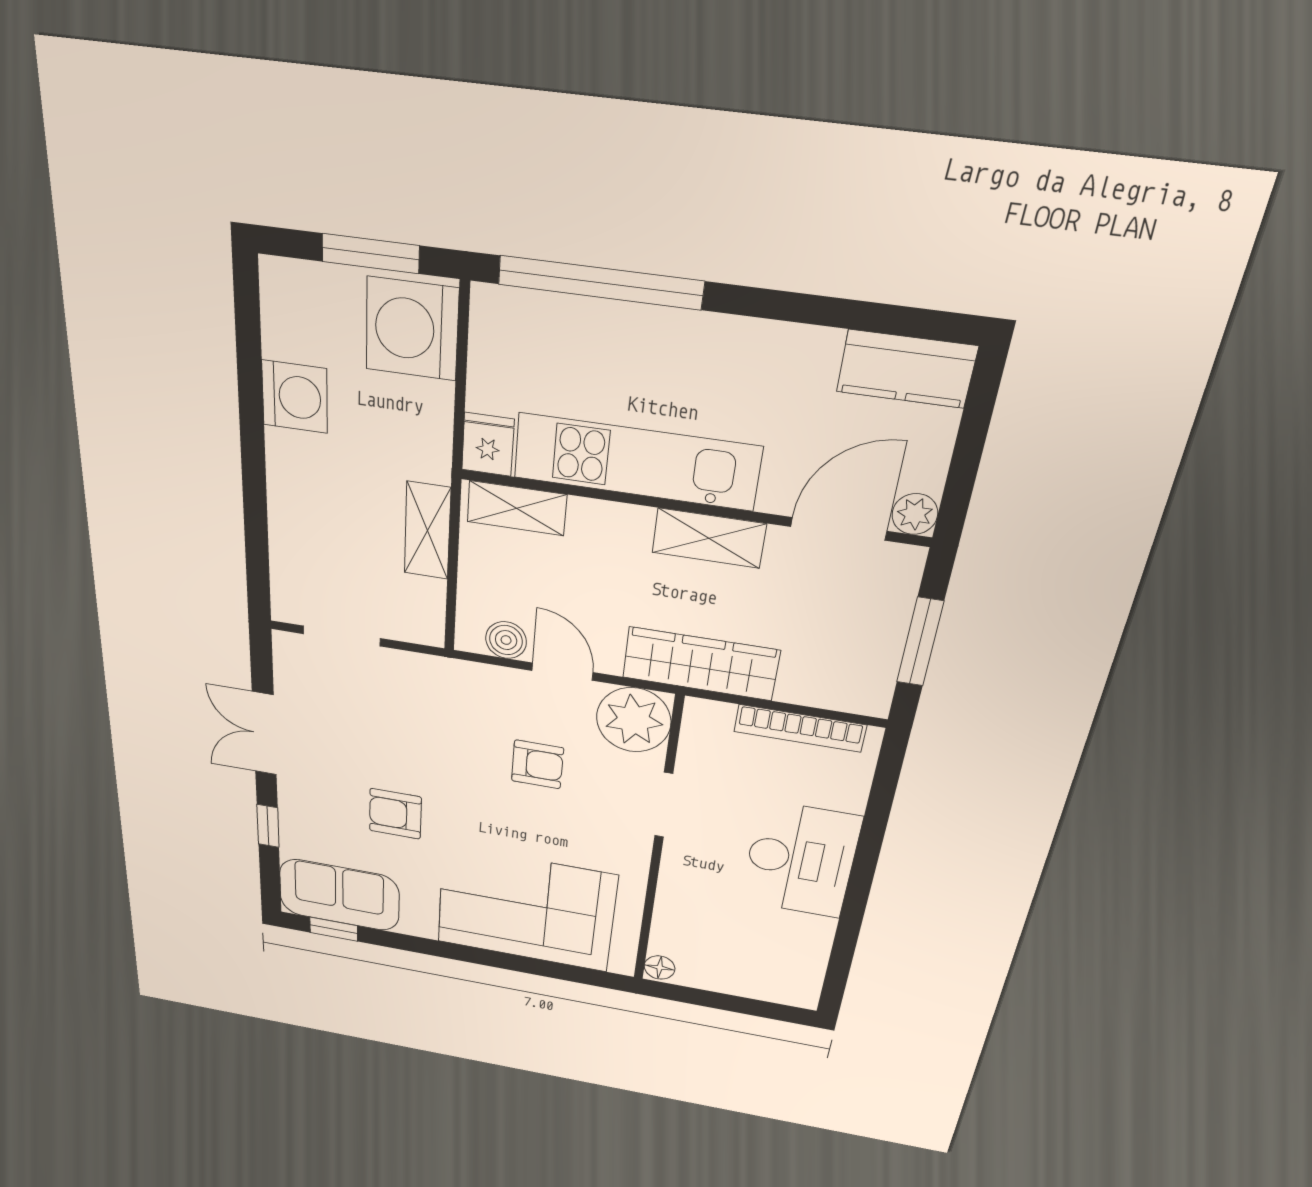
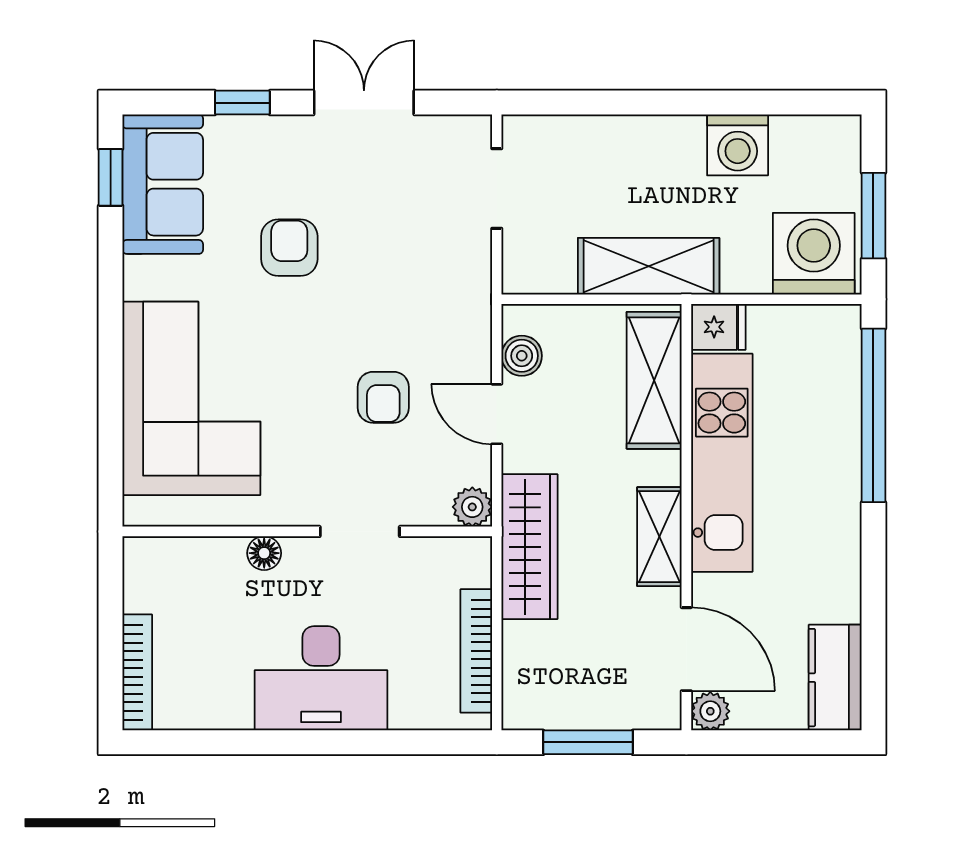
shelving: (517, 508) -> (654, 380), width x1.50, depth x1.33
shelving: (427, 531) -> (649, 266), width x1.50, depth x1.33
door: (562, 672) -> (497, 414), swing flipped
plant: (634, 720) -> (472, 507), width x0.53, depth x0.53
floor lamp: (660, 968) -> (264, 553), moved
bookcase: (766, 991) -> (137, 672), added

